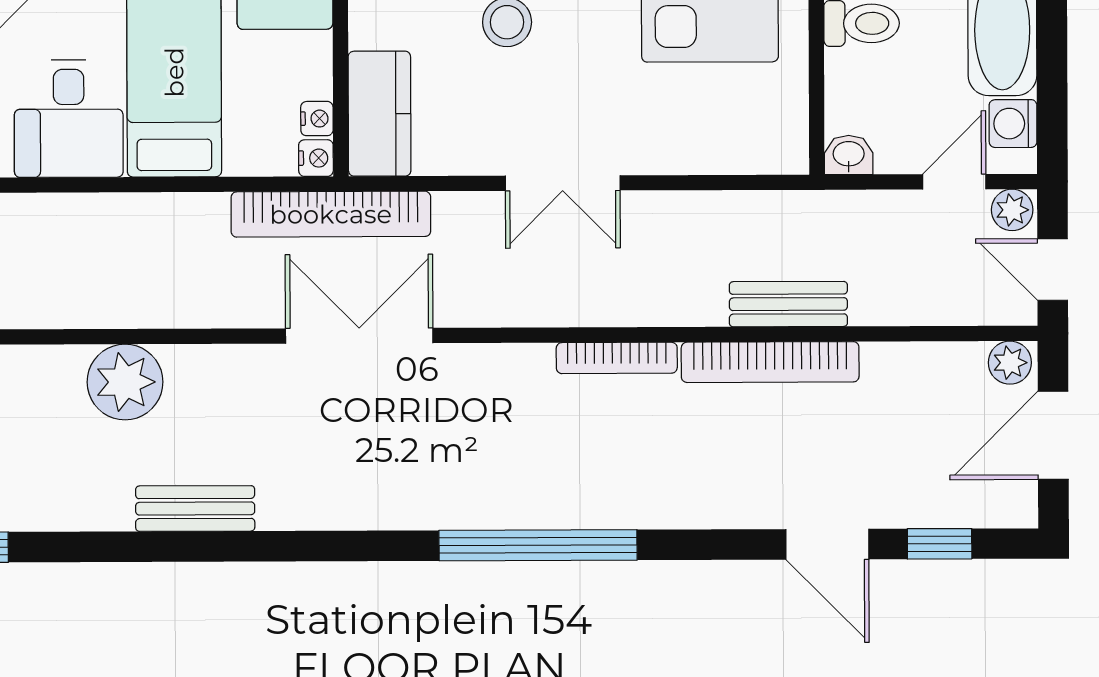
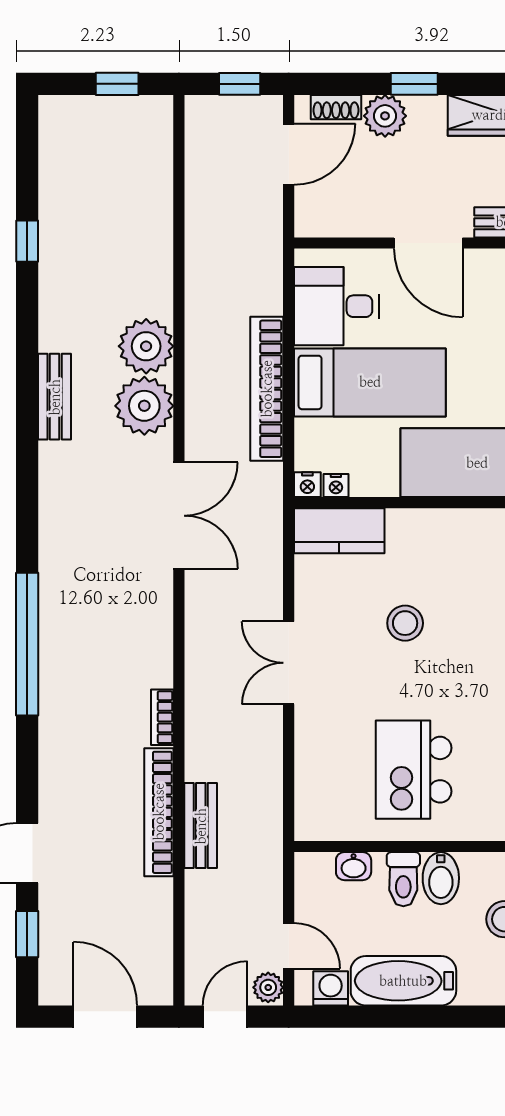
washbasin: (849, 155) -> (354, 866), moved, turned 90
bookcase: (331, 214) -> (267, 389), moved
bookcase: (617, 358) -> (162, 717), width x0.64
plant: (1010, 363) -> (144, 406), moved, width x1.87, depth x1.87

